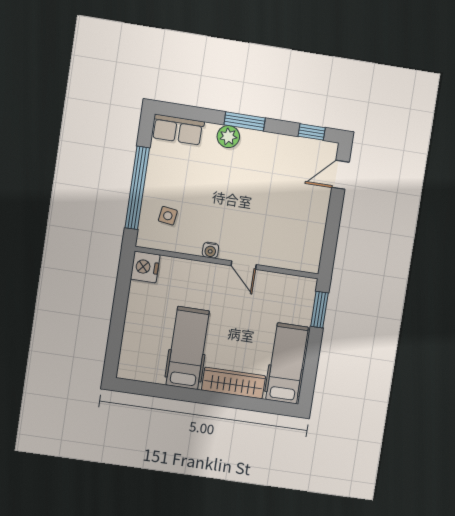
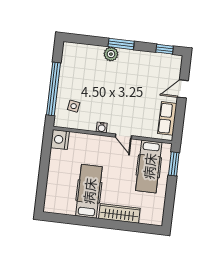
row of seats: (178, 130) -> (167, 118), moved, turned 90
door: (340, 175) -> (183, 89), moved
hospital bed: (287, 363) -> (149, 166), moved, turned 180

